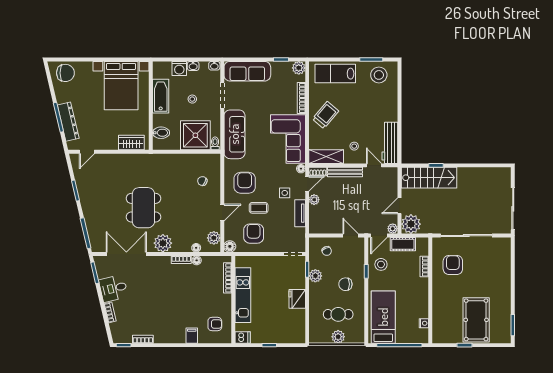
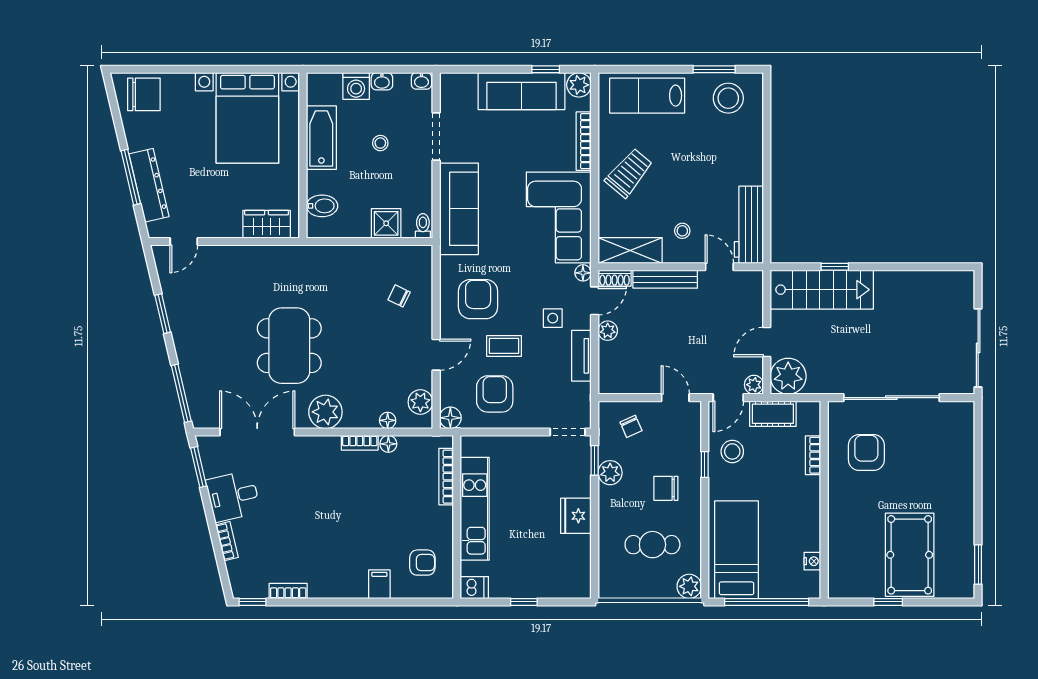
sofa: (247, 71) -> (521, 91), moved
shower: (195, 135) -> (386, 223), width x0.54, depth x0.54
plant: (338, 337) -> (689, 586), moved

